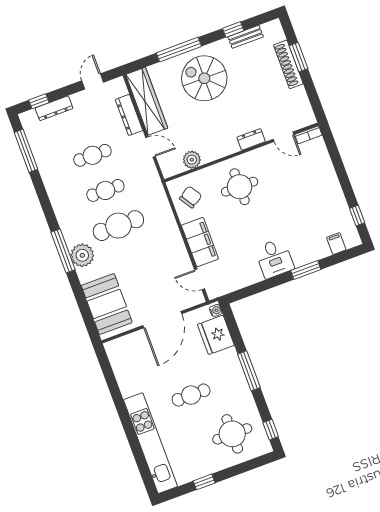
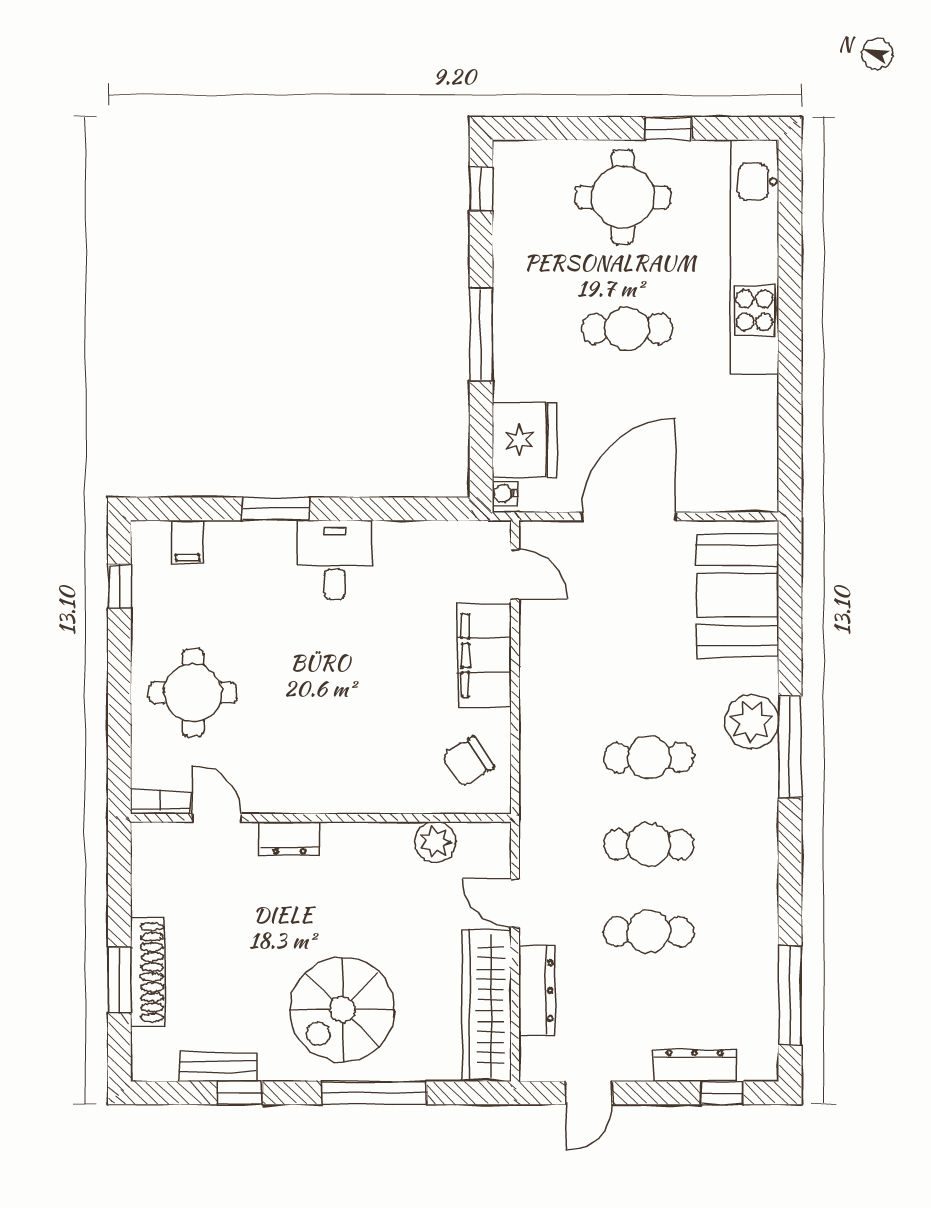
spiral stairs: (204, 78) -> (342, 1010), turned 90
round table: (240, 187) -> (193, 693), moved
cafe table: (118, 226) -> (649, 757), width x0.73, depth x0.74
round table: (232, 434) -> (623, 197), moved

